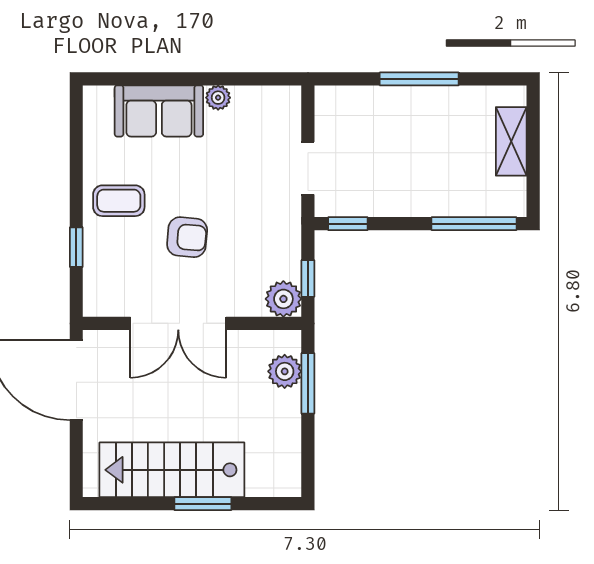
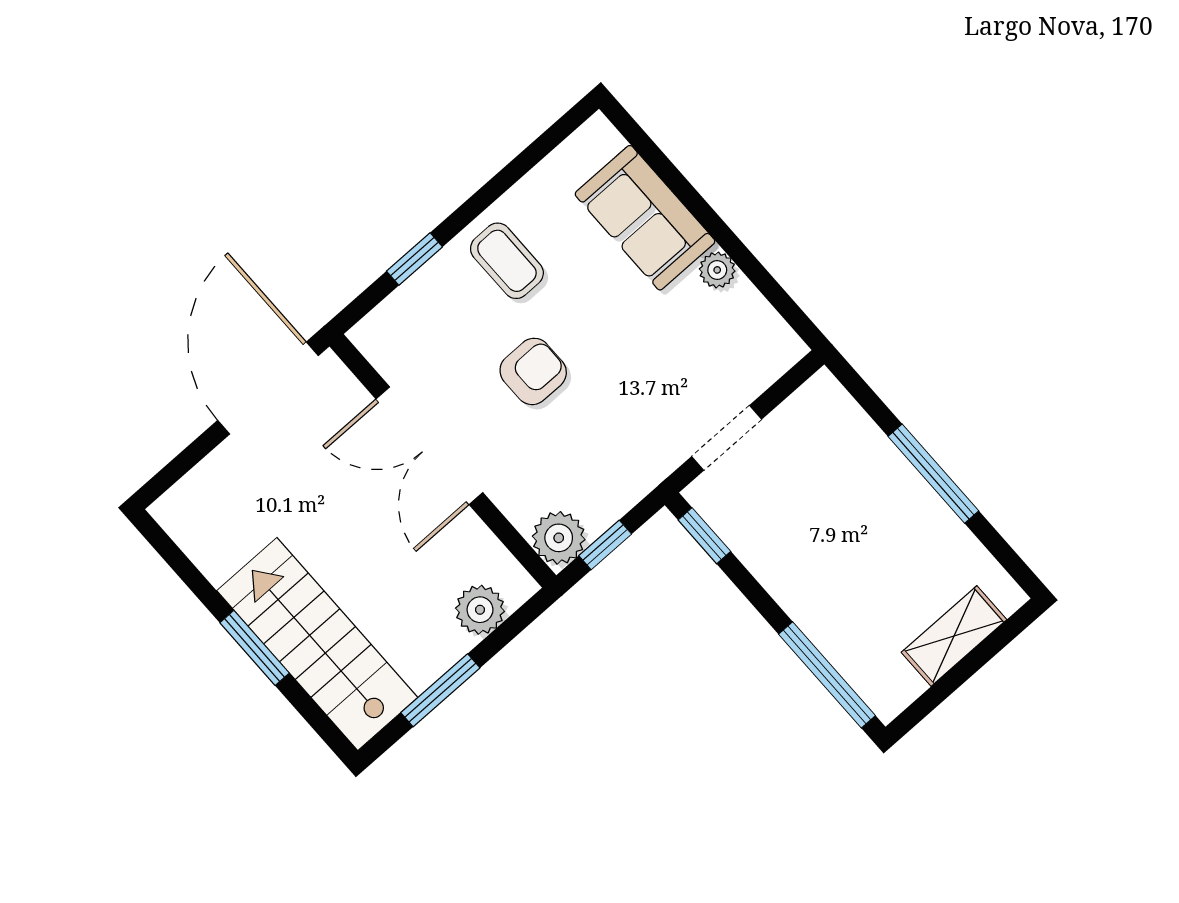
armchair: (187, 237) -> (533, 371), turned -95
window: (308, 383) -> (440, 690), moved
stairs: (172, 470) -> (317, 644), moved

